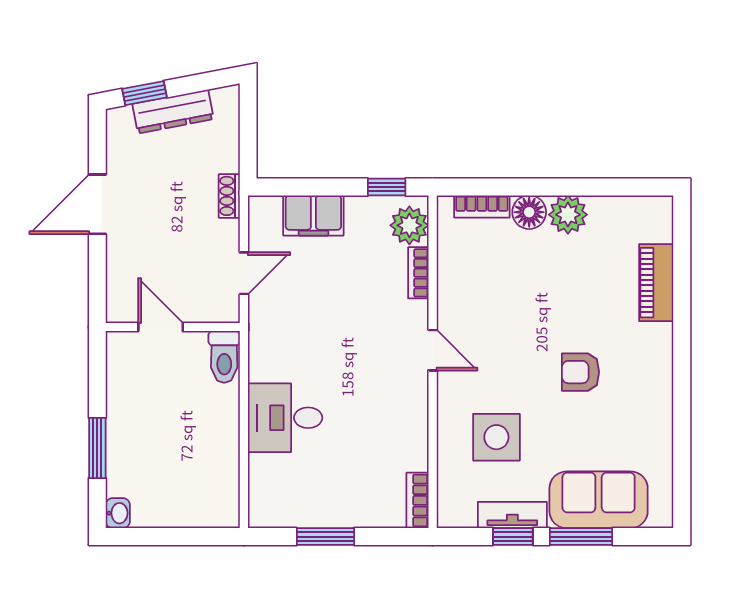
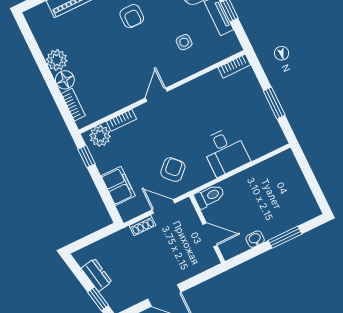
dresser: (173, 112) -> (96, 275), width x0.70
shoe rack: (229, 196) -> (142, 225), moved
armchair: (297, 318) -> (173, 170), added
door: (161, 327) -> (210, 235), swing flipped
side table: (496, 437) -> (184, 42), width x0.54, depth x0.54
washbasin: (118, 513) -> (255, 239), moved

